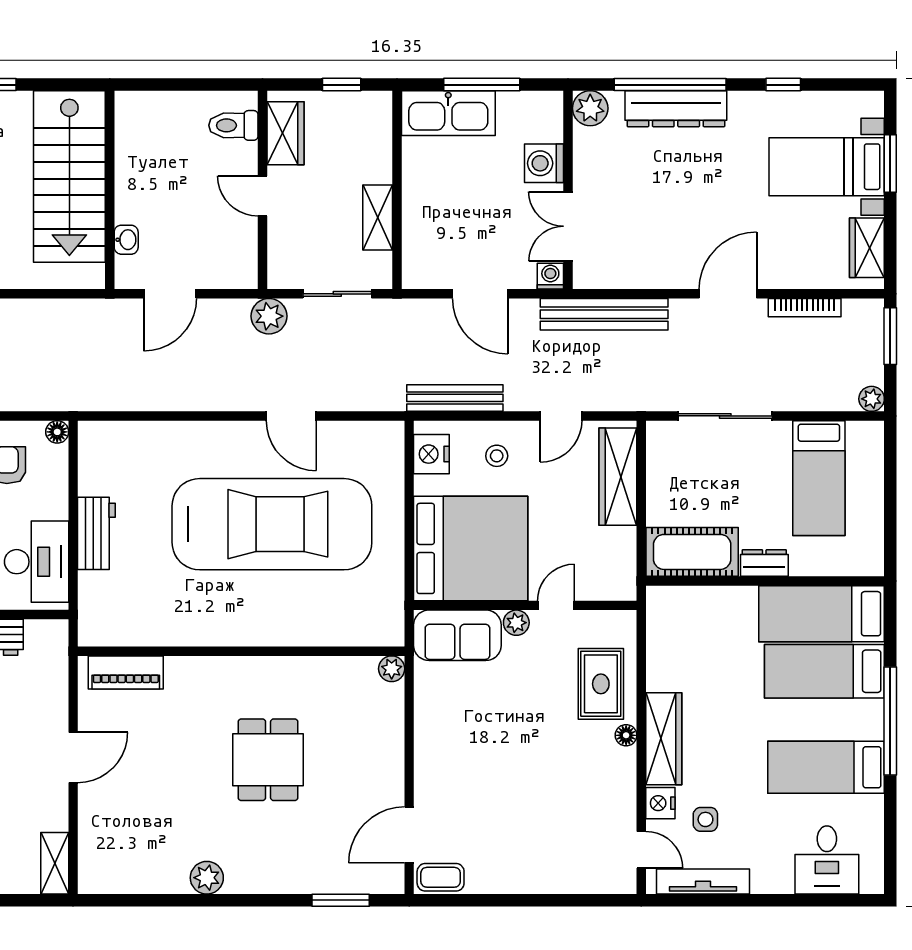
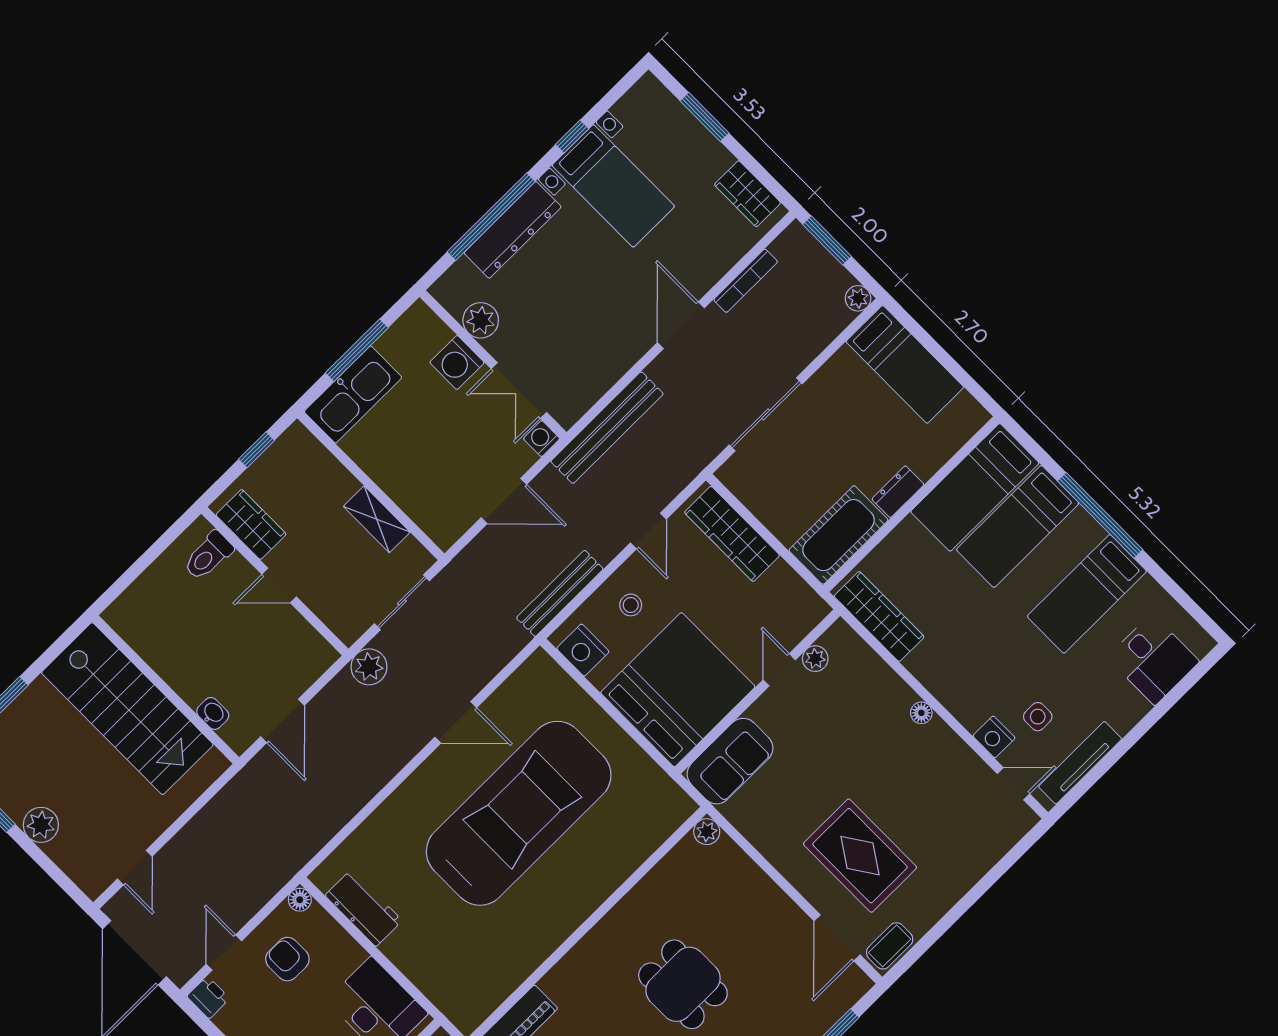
plant: (590, 108) -> (481, 320), moved
bed with nightstands: (827, 167) -> (613, 186), moved, turned -90
bed: (819, 478) -> (905, 364), moved
workbench: (96, 533) -> (364, 908), moved
plant: (516, 623) -> (815, 659), moved
rug: (601, 684) -> (860, 856), moved, width x1.36, depth x1.43
wardrobe: (664, 739) -> (879, 616), moved

